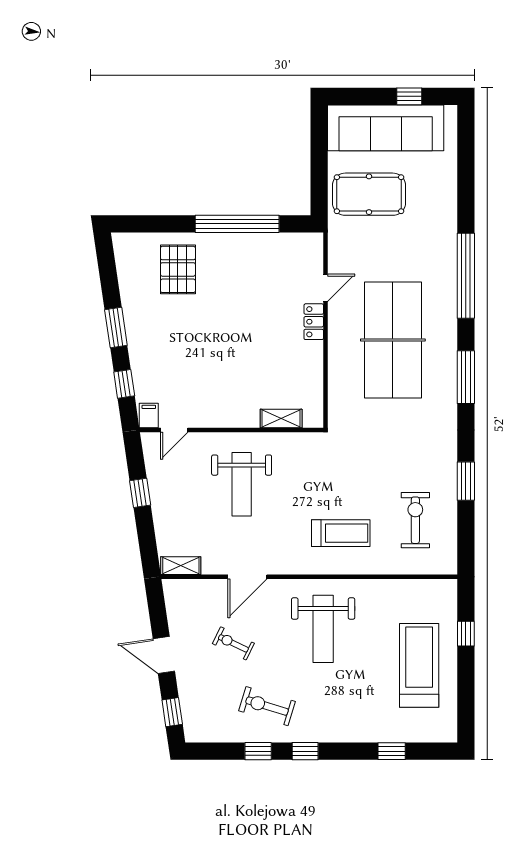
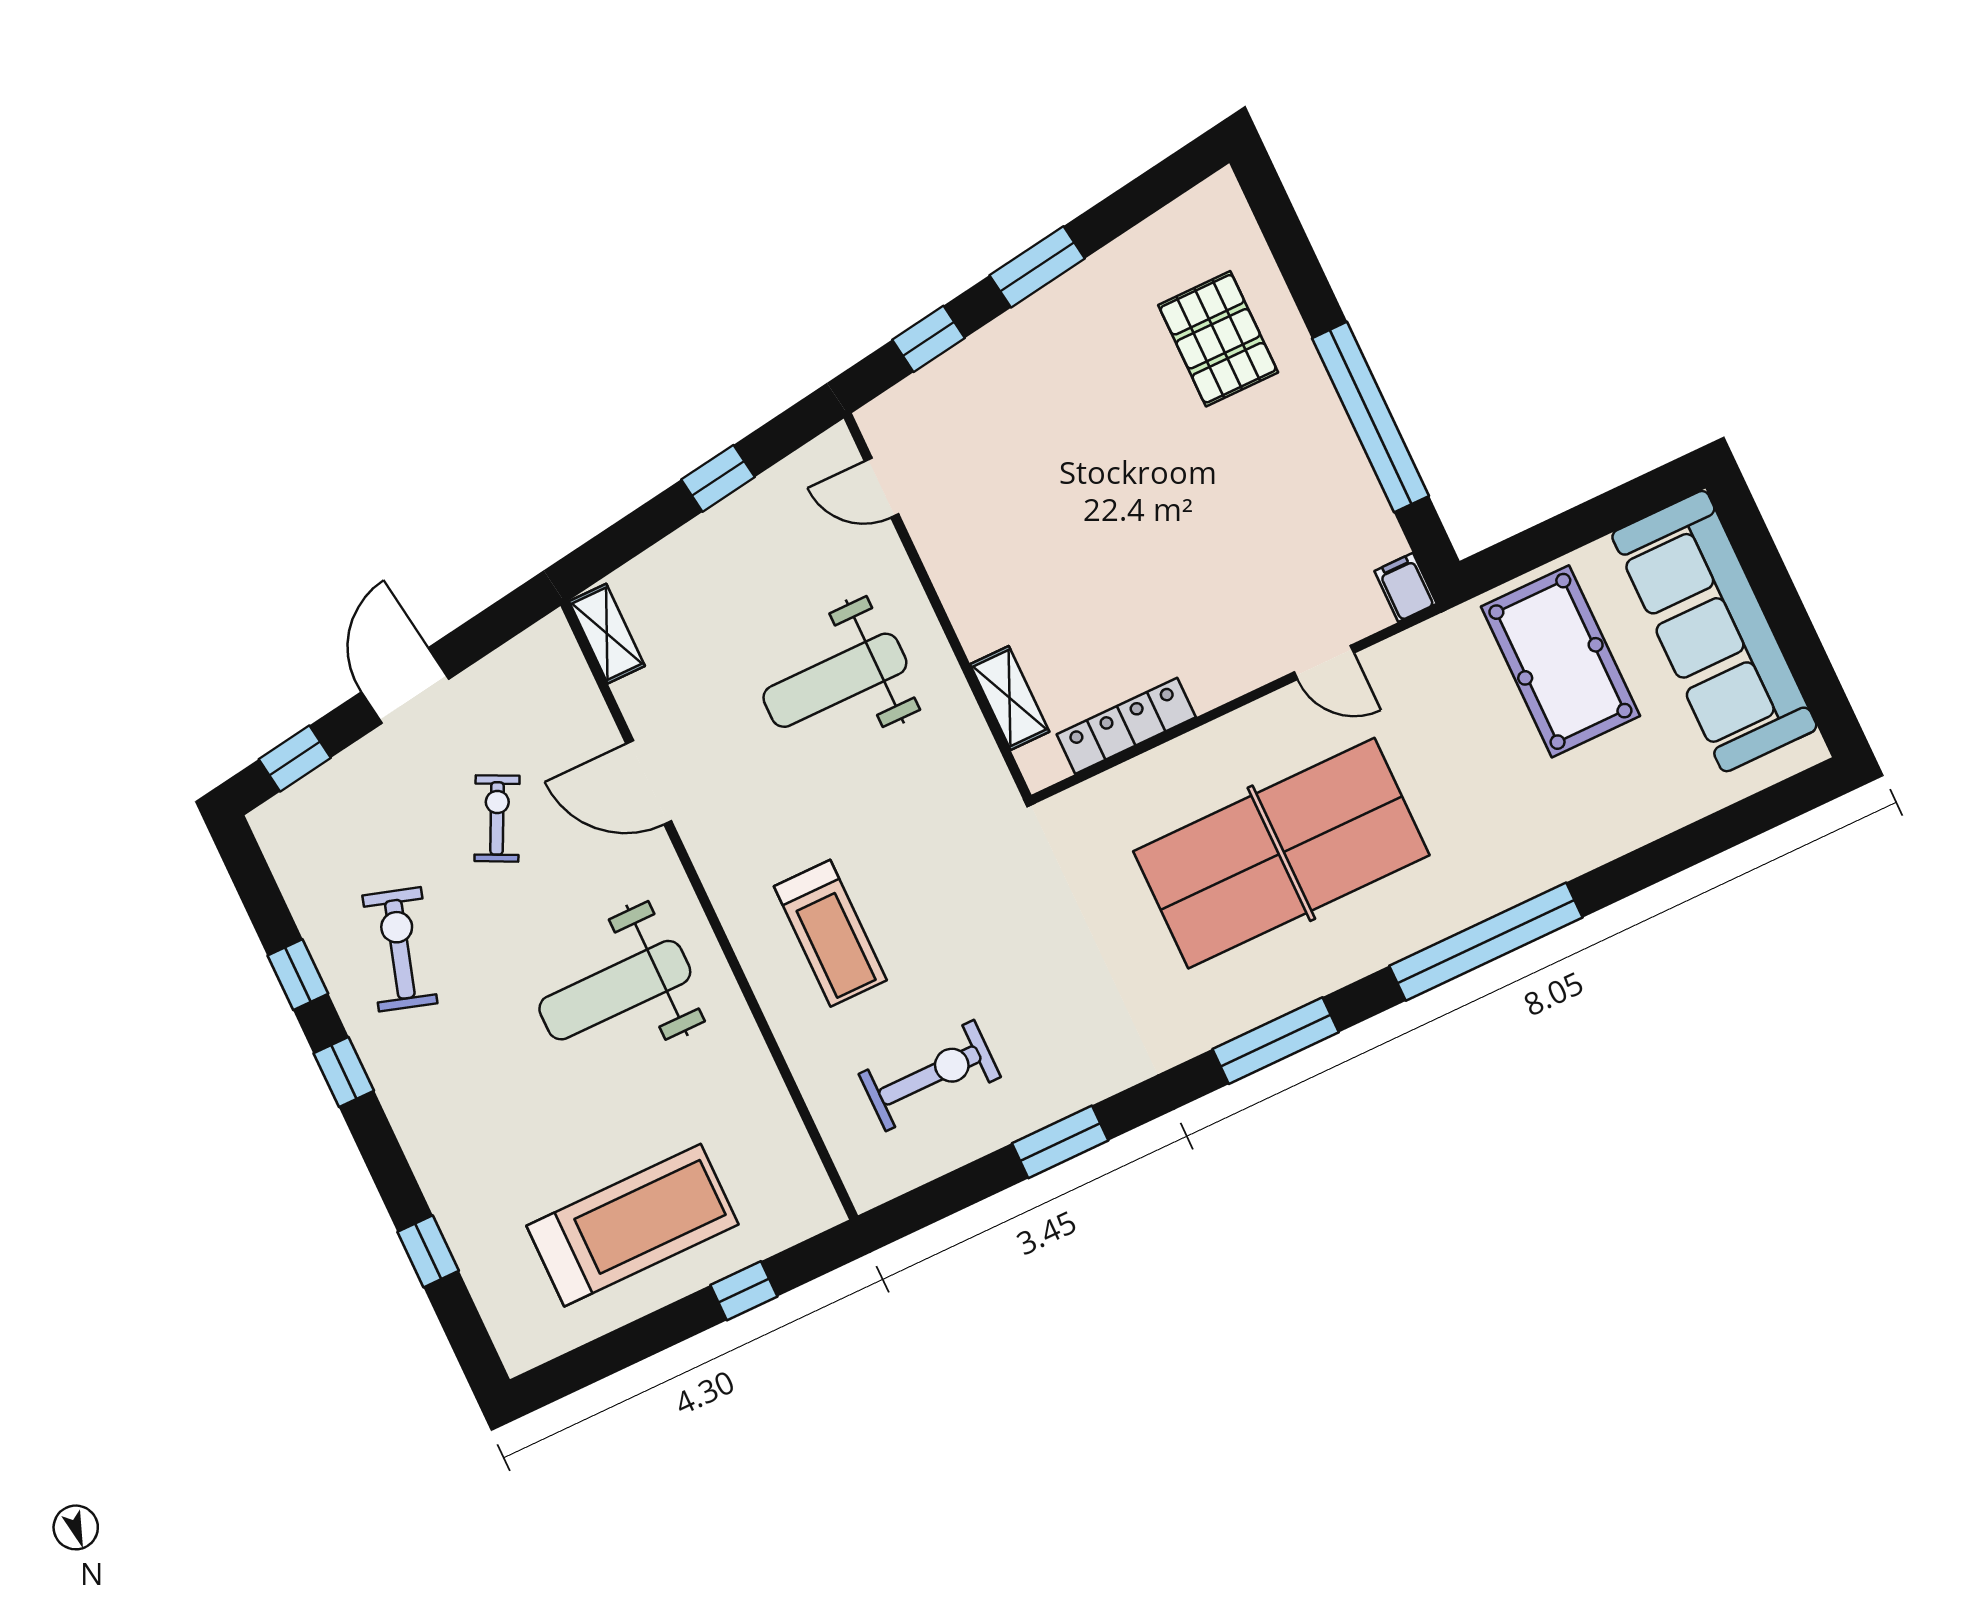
window: (409, 96) -> (1803, 649), removed
pallet: (178, 269) -> (1218, 339), turned 90
locker: (314, 322) -> (1126, 726), moved, width x1.53
filing cabinet: (149, 416) -> (1406, 587), moved, turned -90

